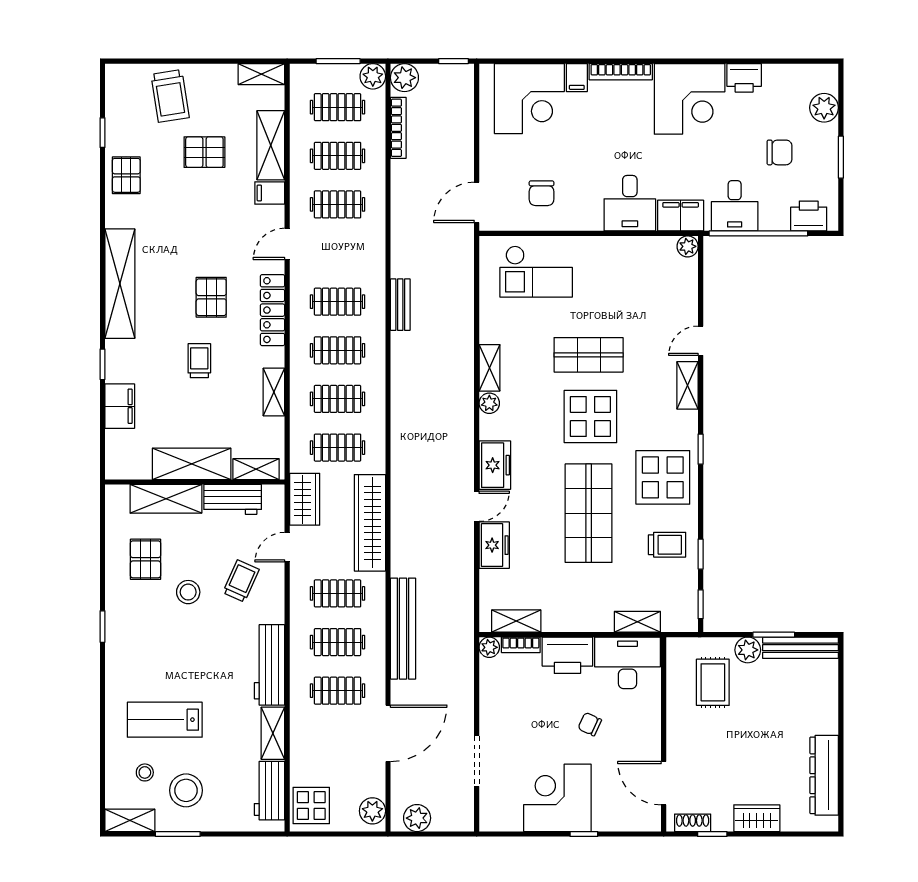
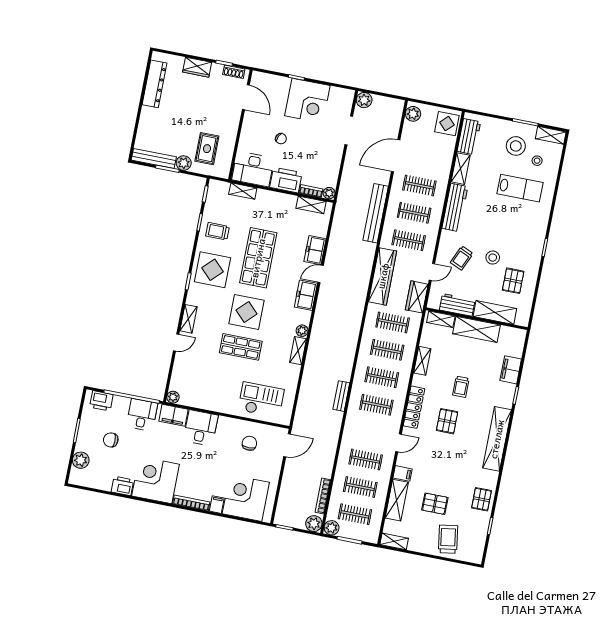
plant: (417, 818) -> (364, 100), moved

